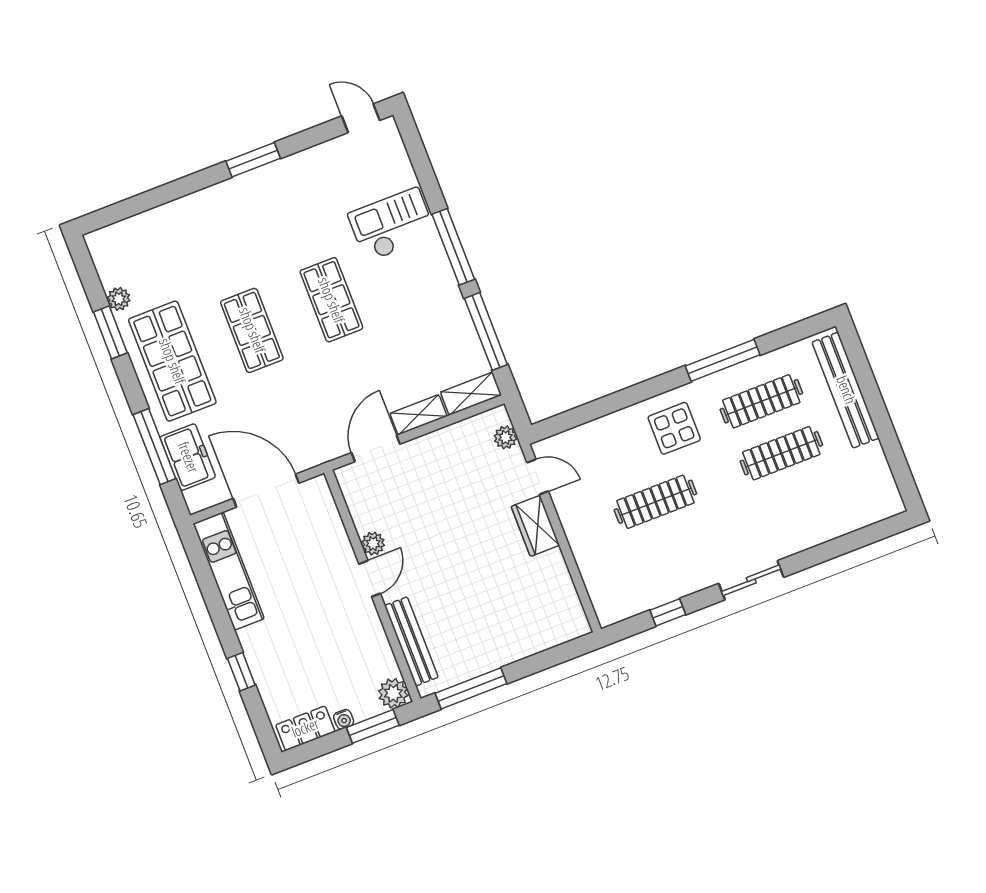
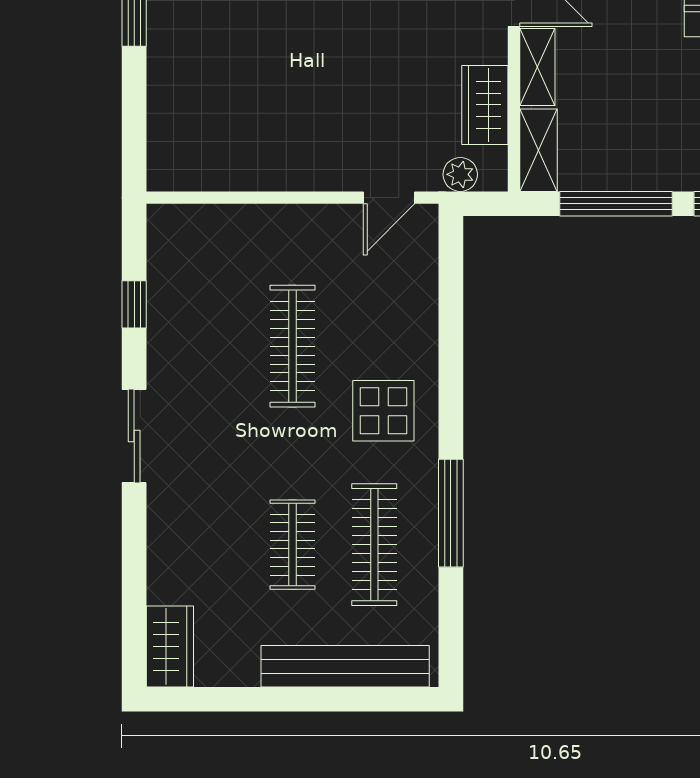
clothes rail: (781, 453) -> (293, 545), width x0.73
wardrobe: (876, 506) -> (170, 646), added
wardrobe: (535, 526) -> (485, 105), moved, turned -90

